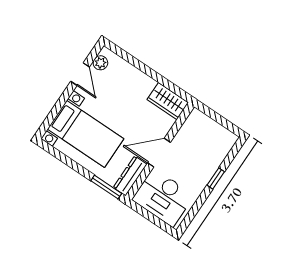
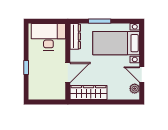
wardrobe: (168, 101) -> (88, 93), width x1.50
door: (159, 153) -> (68, 73), moved
window: (106, 187) -> (100, 21), moved

